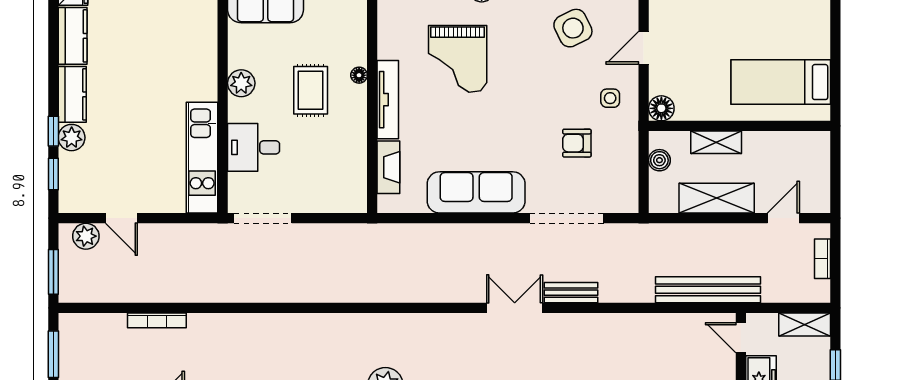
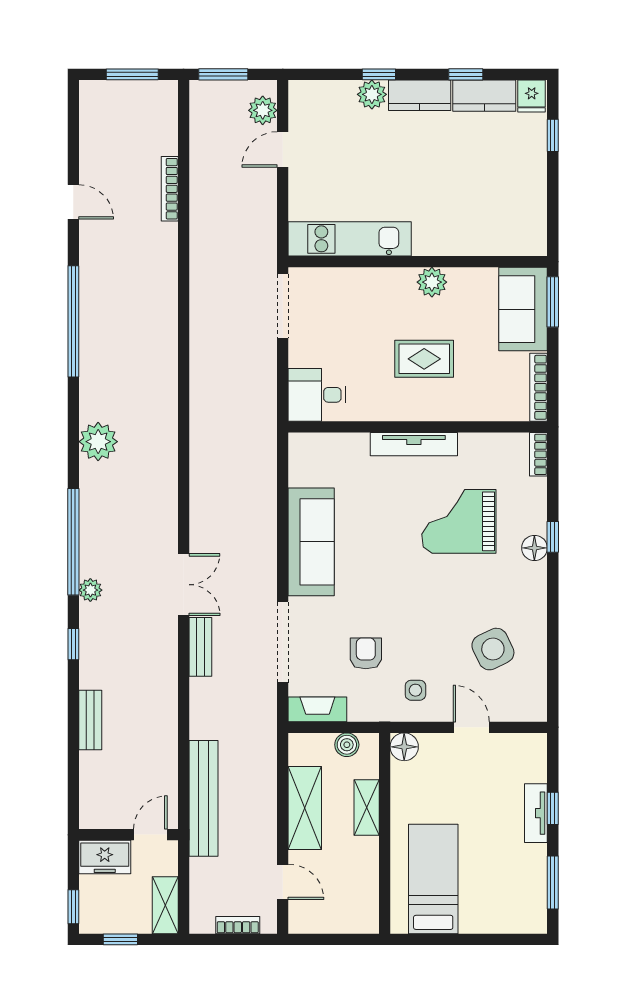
floor lamp: (359, 75) -> (441, 412), removed
desk: (254, 147) -> (317, 395), moved, turned -90
fireplace: (388, 167) -> (317, 709), moved, turned 180
window: (53, 174) -> (466, 74), moved

